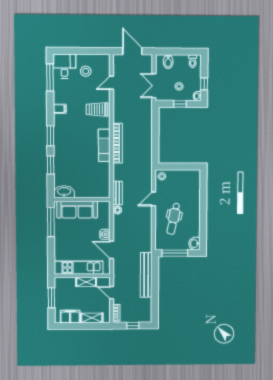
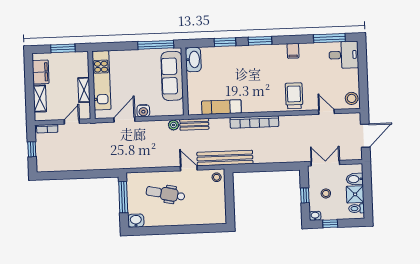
shower: (181, 62) -> (355, 194), added
stool: (86, 71) -> (352, 98), moved
exam couch: (104, 145) -> (221, 107), moved
bench: (146, 275) -> (225, 158), moved

